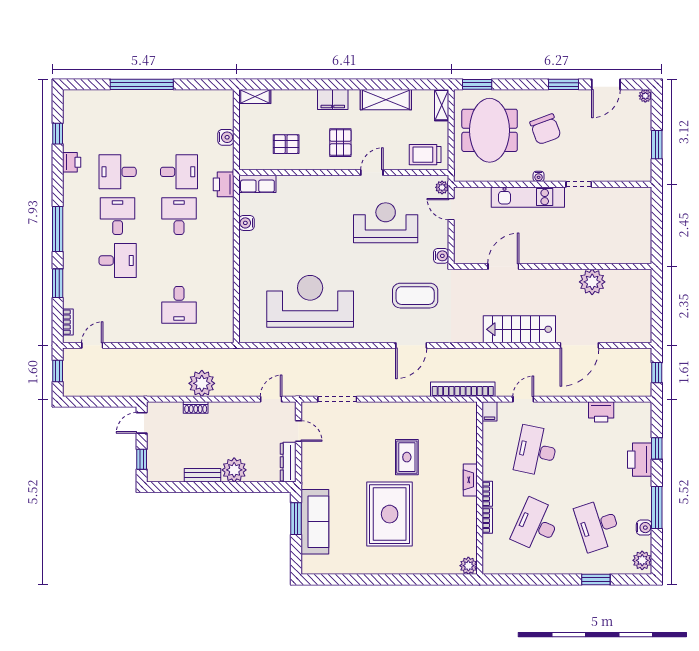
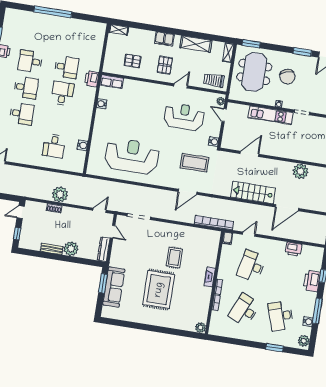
water cooler: (226, 137) -> (82, 145), moved
desk: (118, 216) -> (26, 88), turned 90

